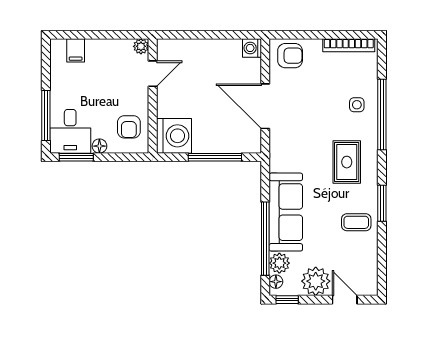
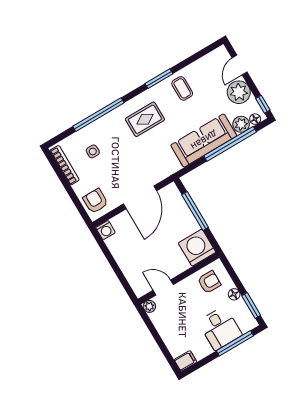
filing cabinet: (76, 50) -> (185, 361), moved
side table: (357, 105) -> (93, 151), moved
desk: (70, 131) -> (220, 328), moved, turned 90

